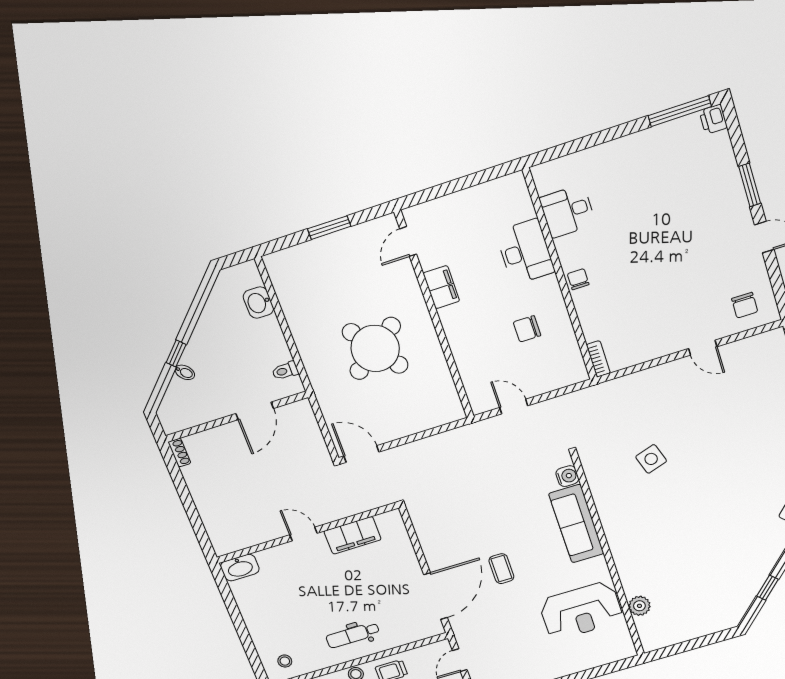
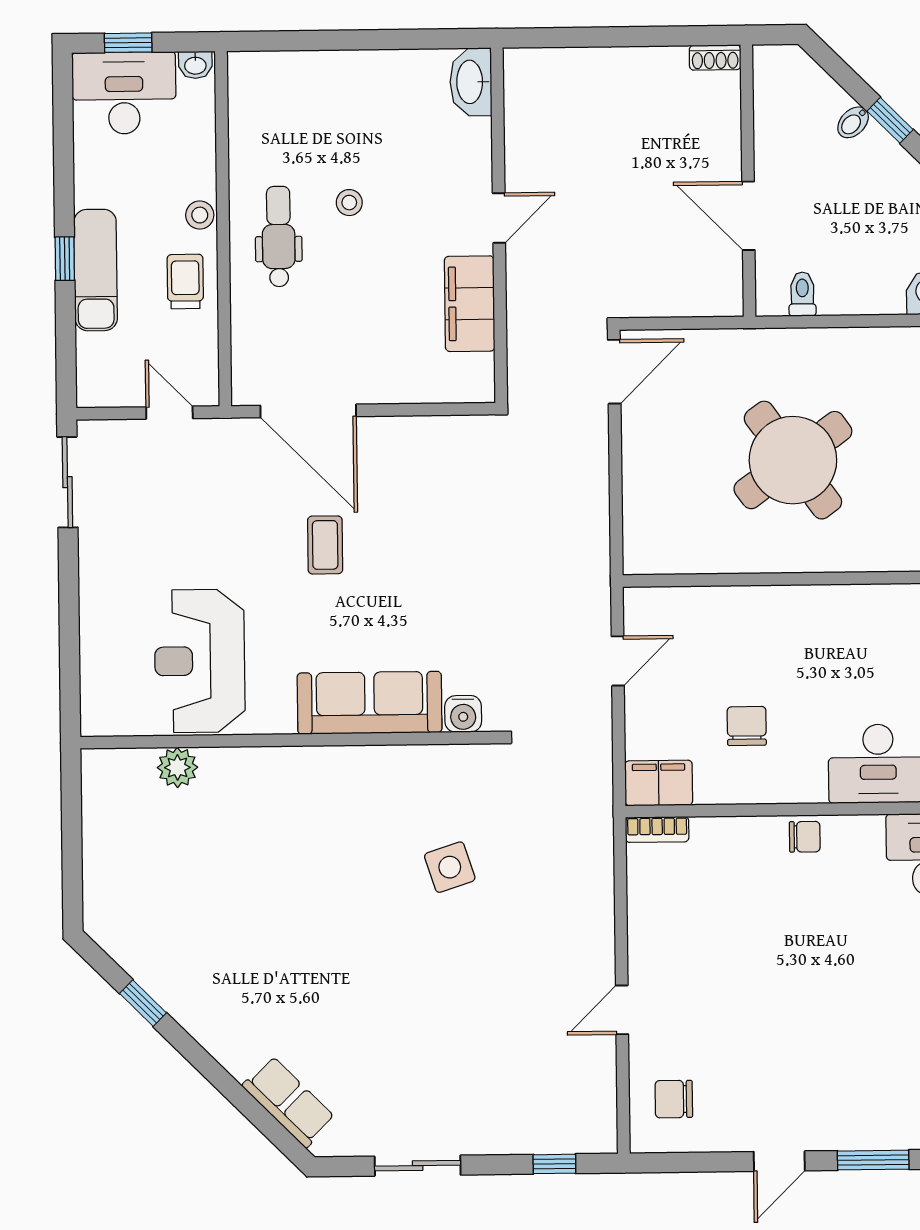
filing cabinet: (441, 287) -> (659, 783), moved, turned 180
coffee table: (501, 569) -> (325, 545), turned 90
stool: (285, 661) -> (349, 203), moved

